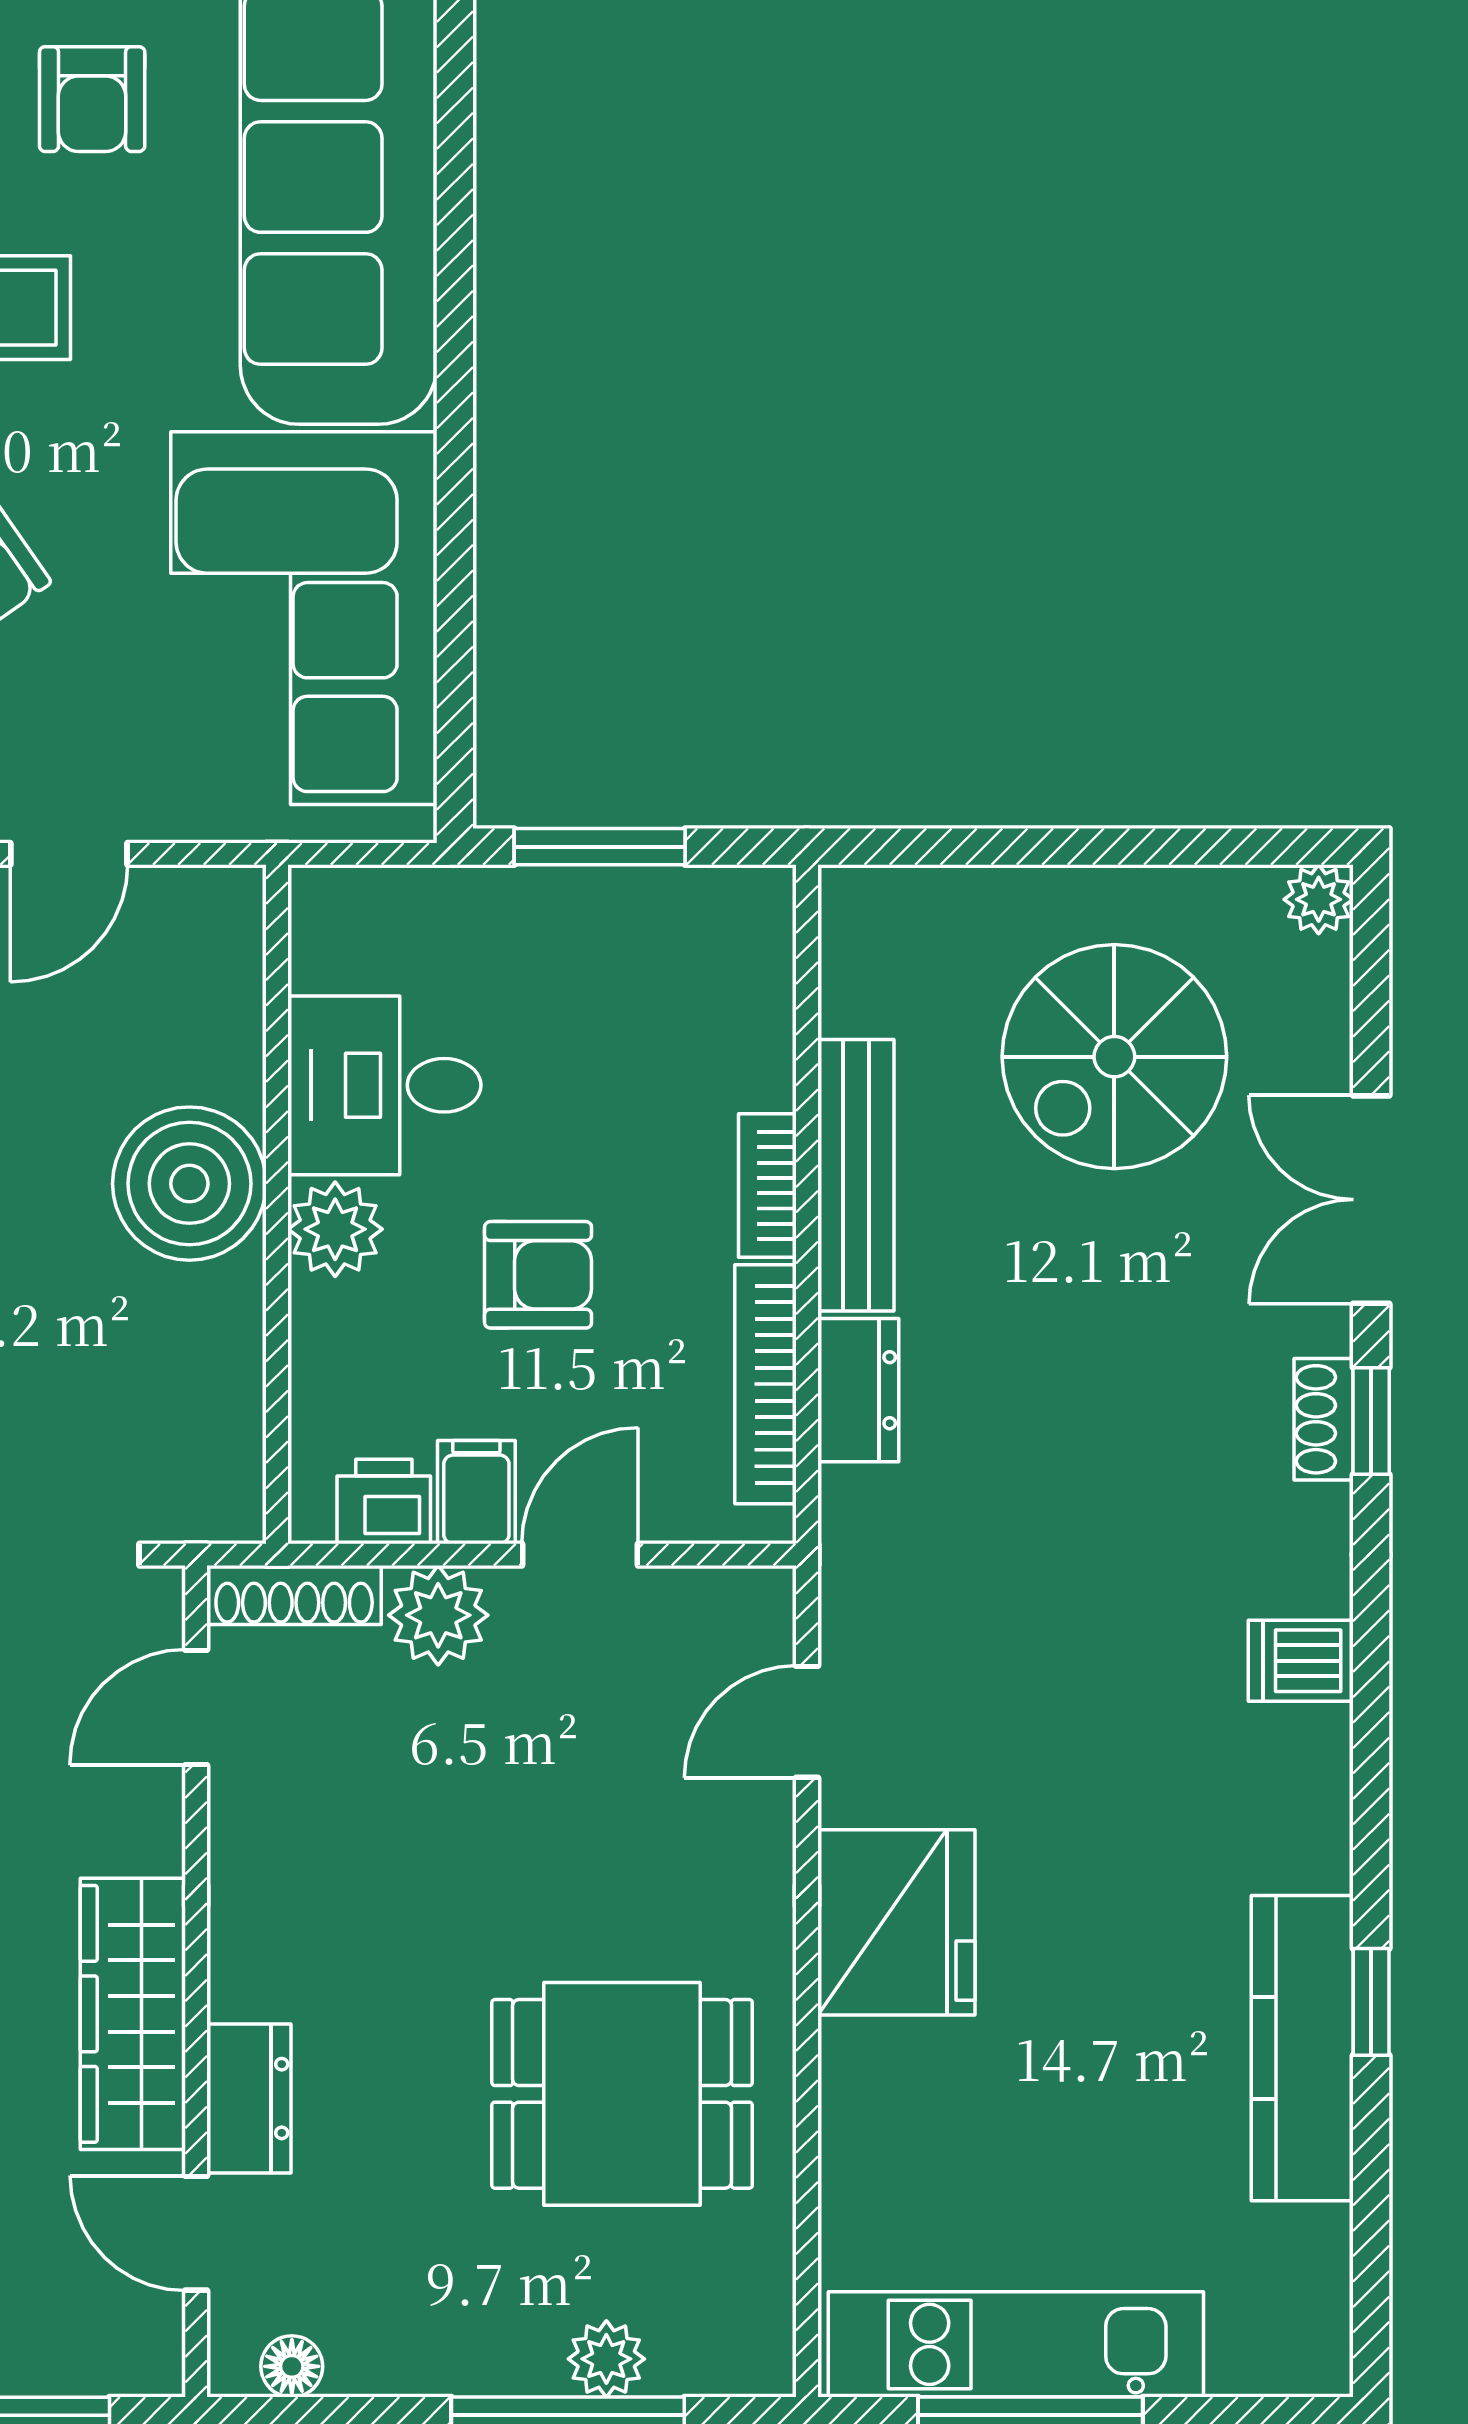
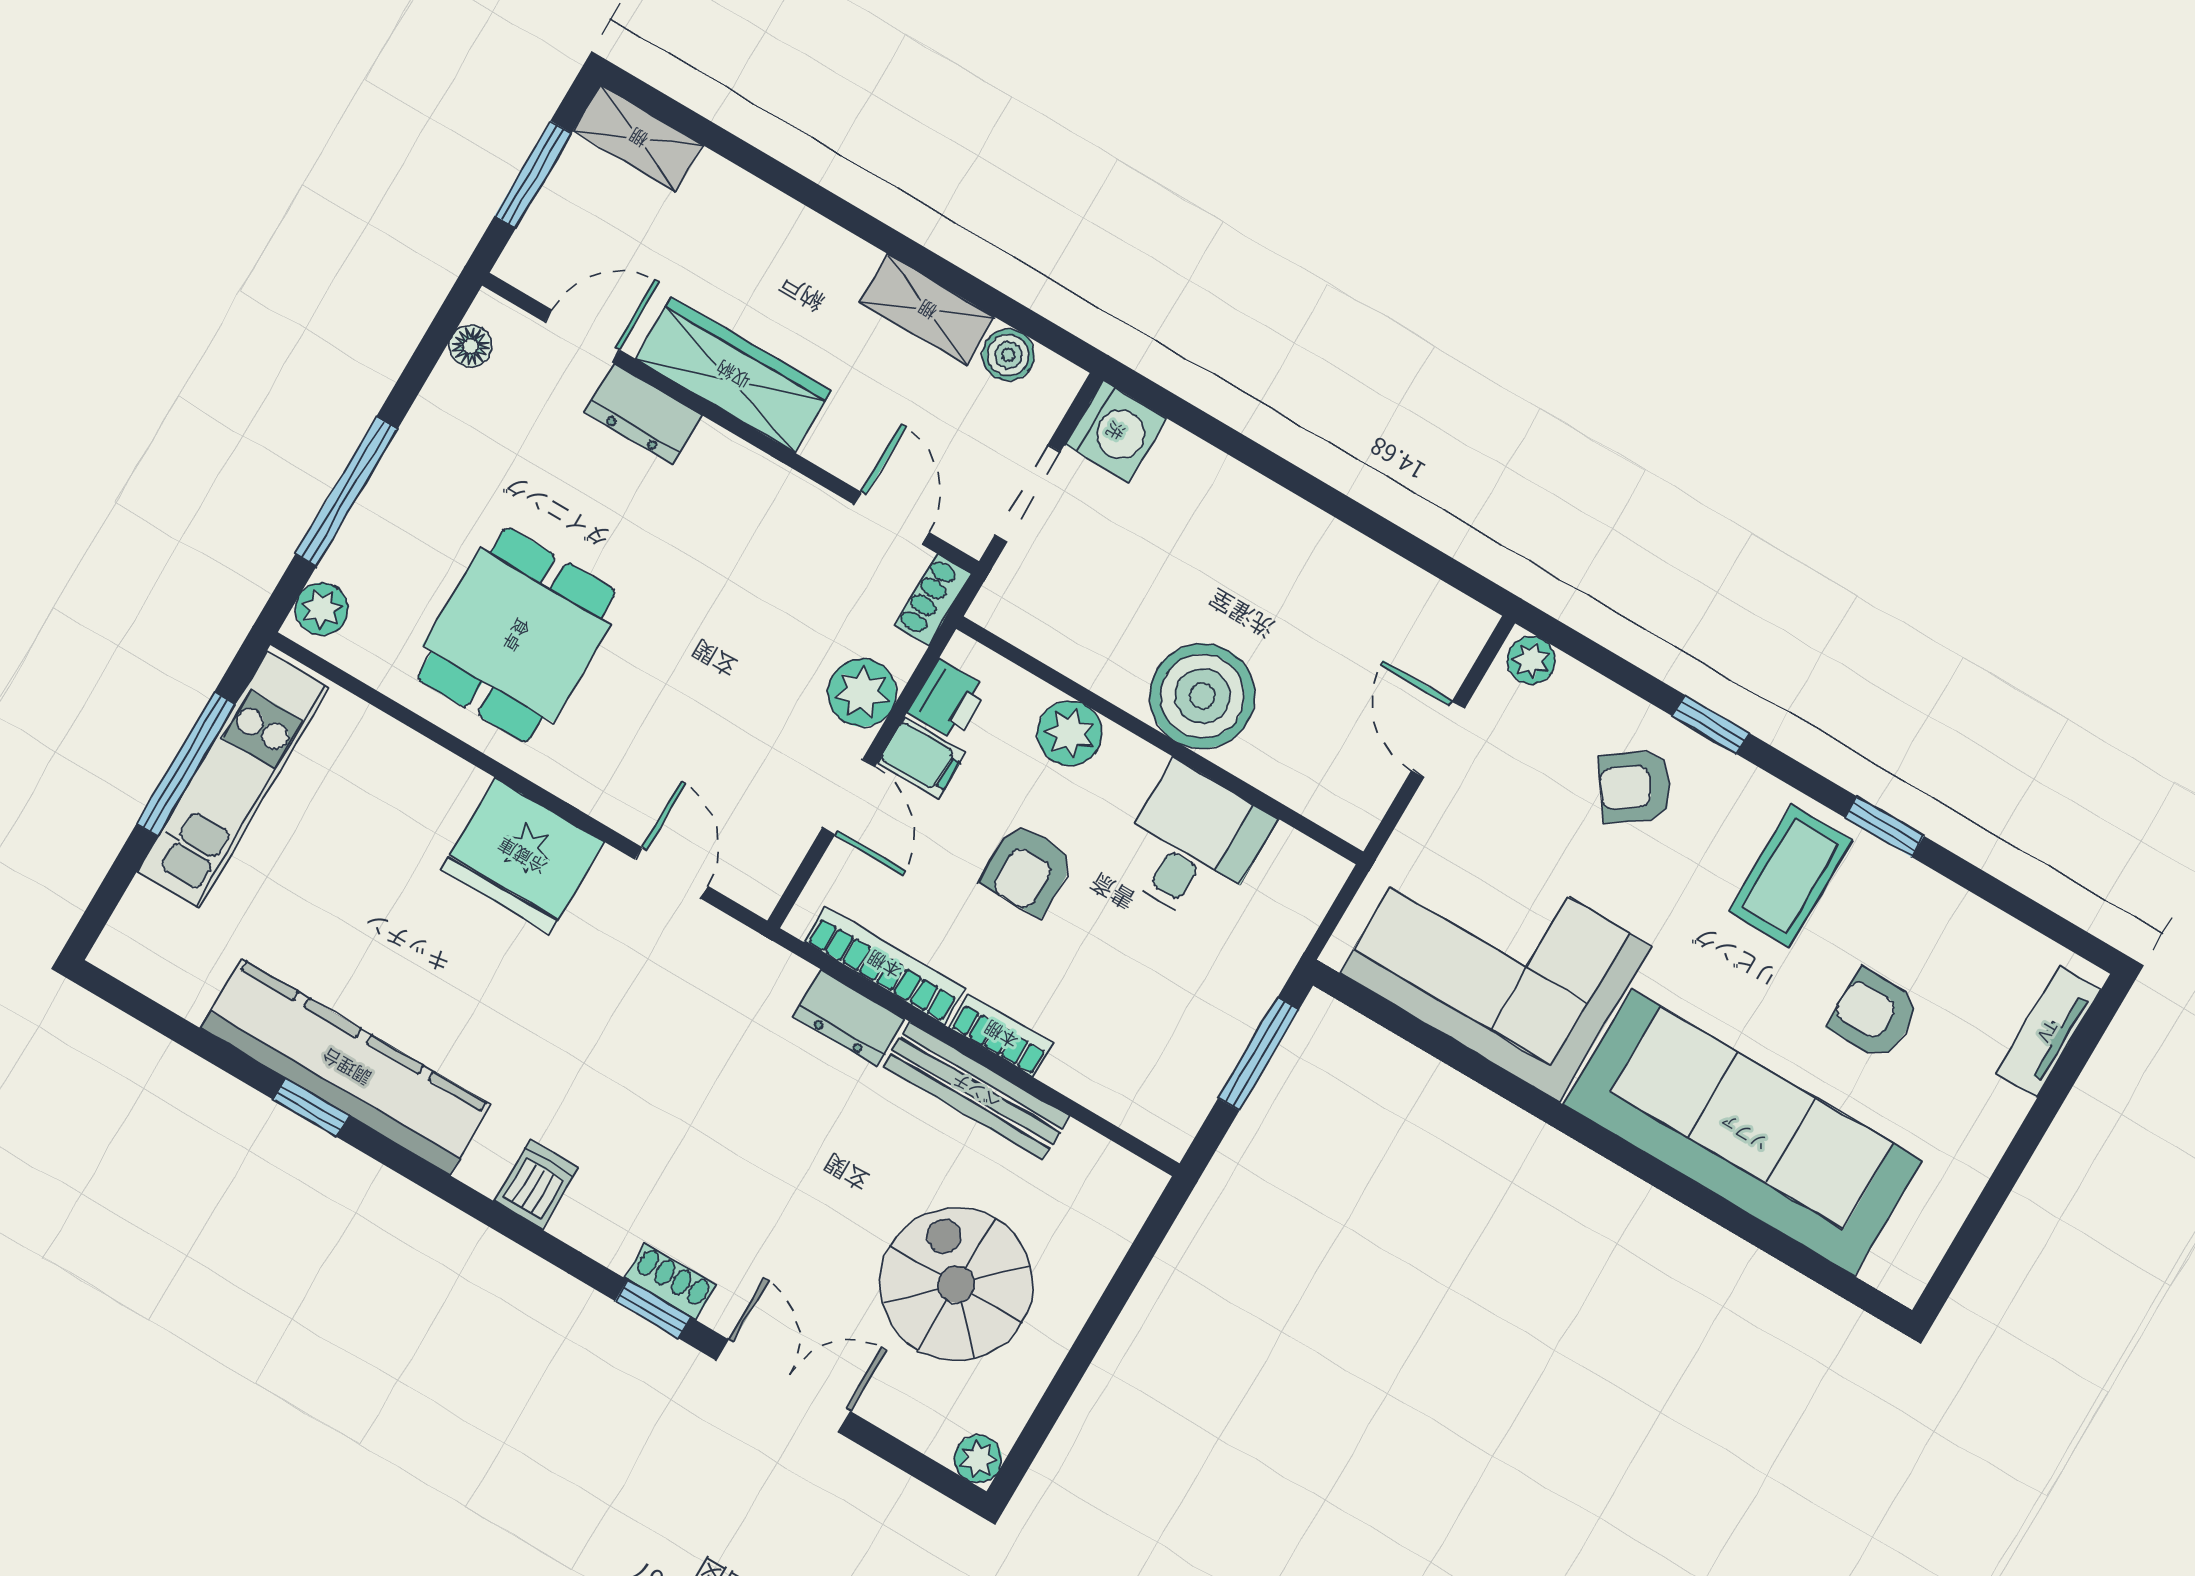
plant: (335, 1229) -> (1070, 733), moved
shoe rack: (294, 1595) -> (933, 599), width x0.70
kitchen counter: (1302, 2048) -> (346, 1067), width x1.39, depth x1.17
plant: (606, 2359) -> (322, 609), moved

